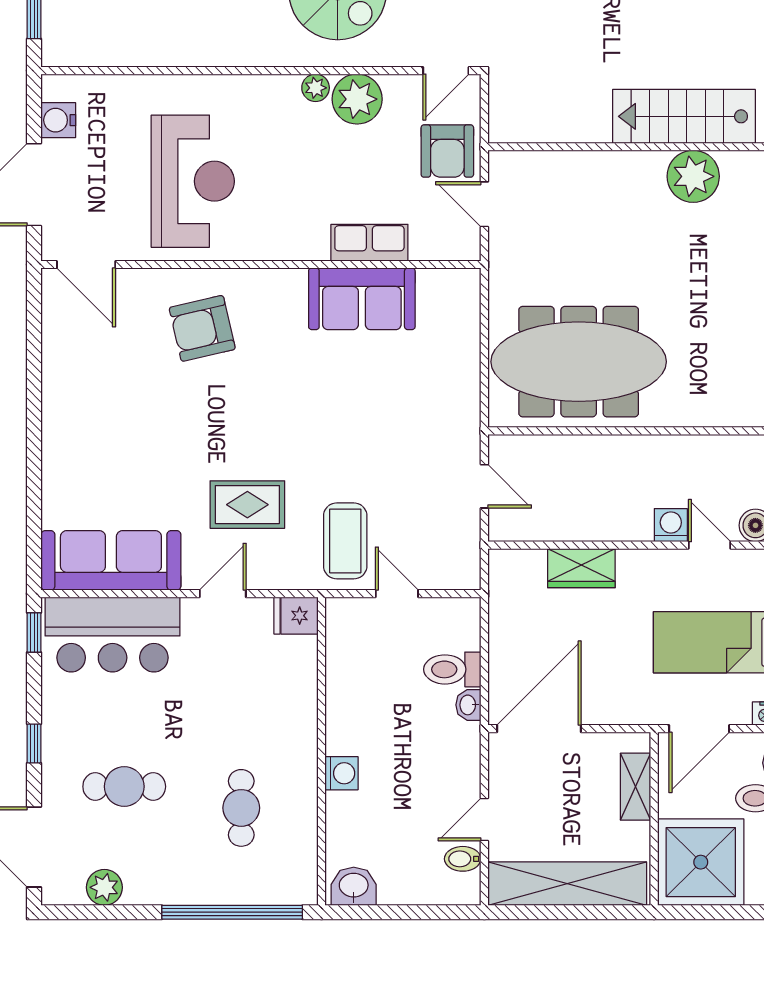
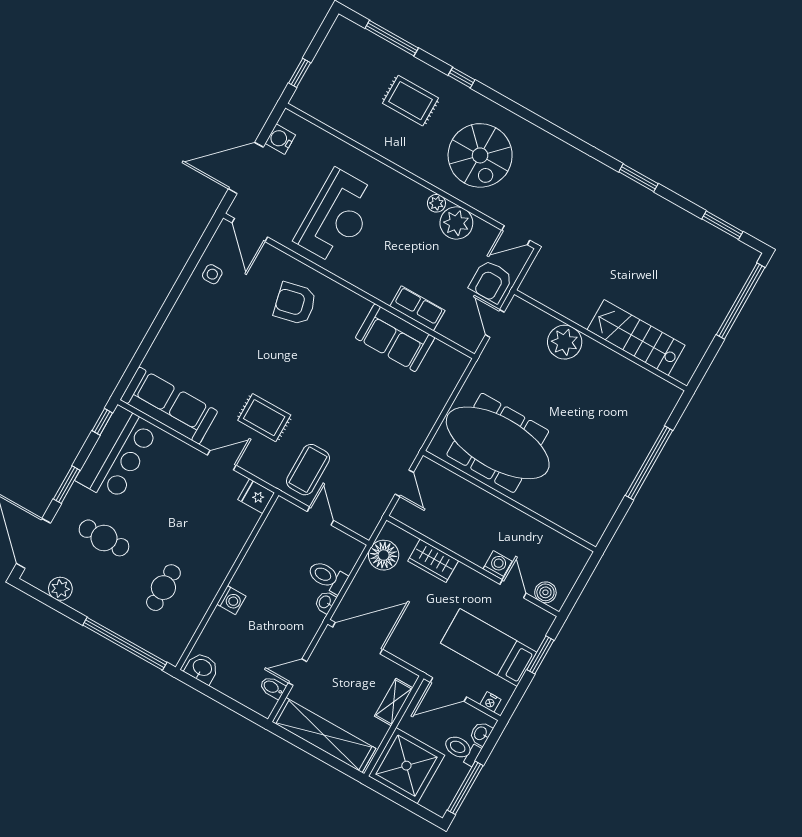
plant: (693, 176) -> (565, 342), moved
side table: (70, 352) -> (212, 274), added
floor lamp: (511, 598) -> (384, 555), added
bar counter: (113, 634) -> (117, 454), moved, turned -90
window: (34, 743) -> (67, 485), width x1.50

